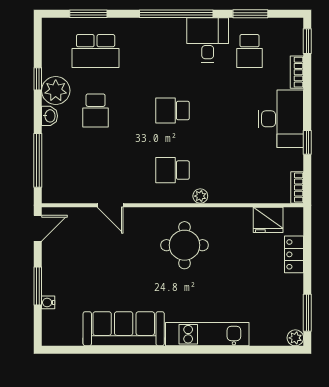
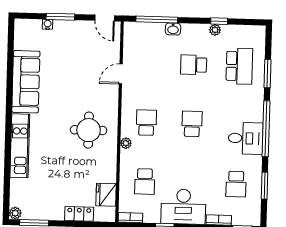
window: (88, 14) -> (268, 74), moved
desk: (208, 40) -> (246, 138), moved
school desk: (96, 51) -> (239, 66), turned 180
school desk: (250, 51) -> (236, 184), turned -90
plant: (56, 91) -> (215, 30), width x0.53, depth x0.53
washbasin: (50, 116) -> (173, 29), moved
school desk: (250, 170) -> (145, 182), added

